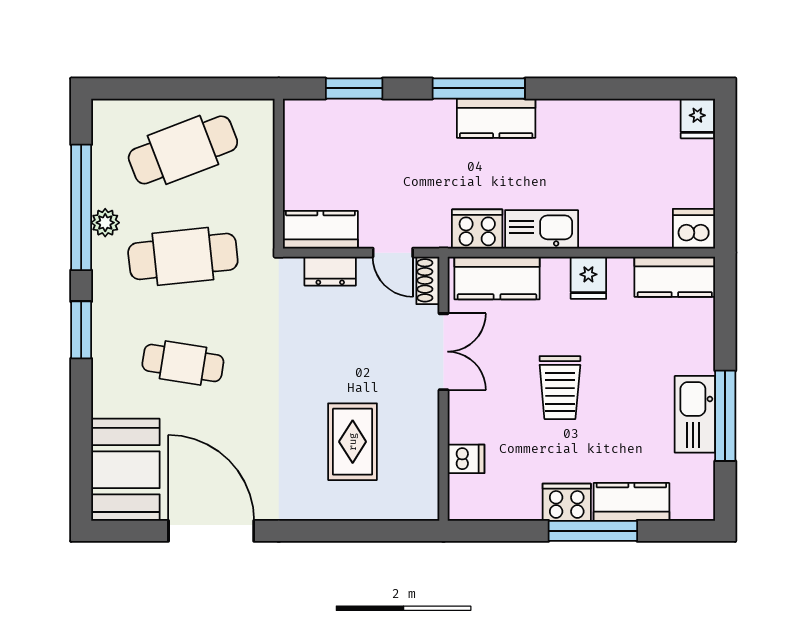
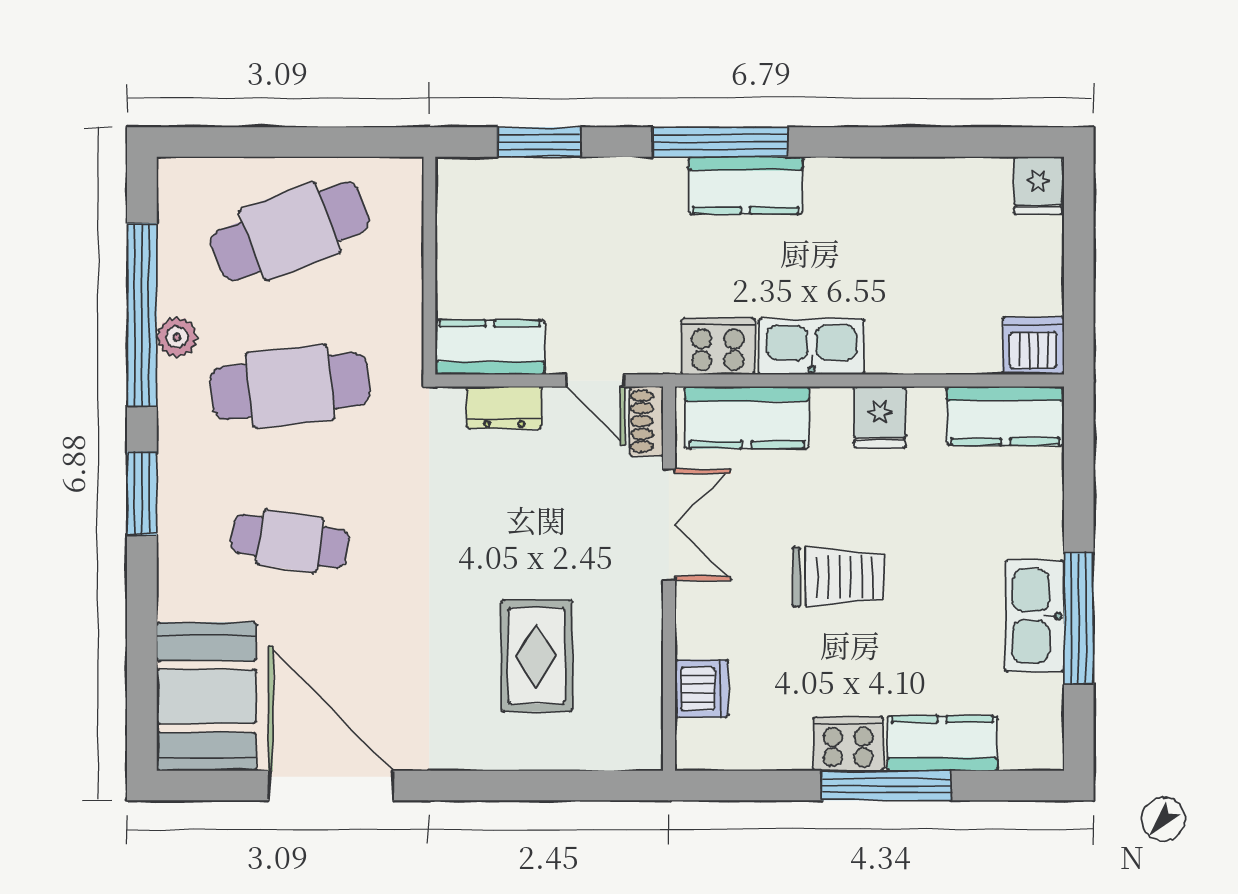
trolley: (560, 388) -> (838, 577), turned -90
dishwasher: (466, 459) -> (702, 689), width x1.38

